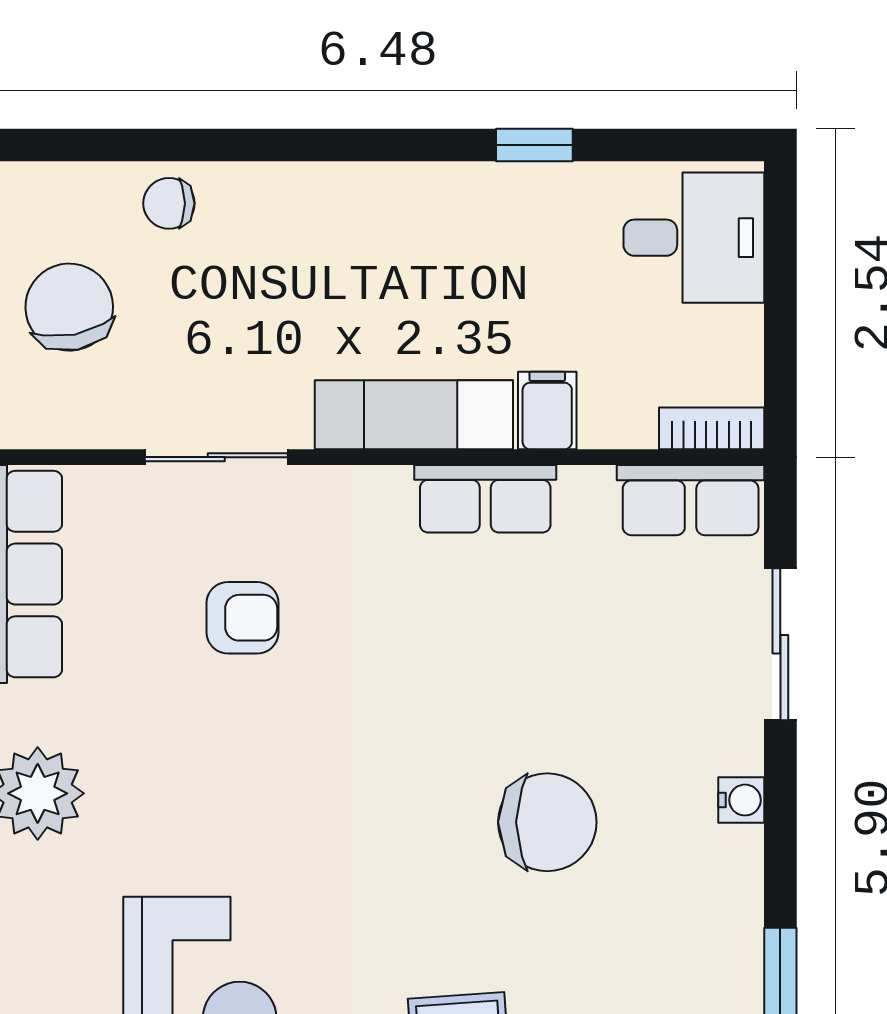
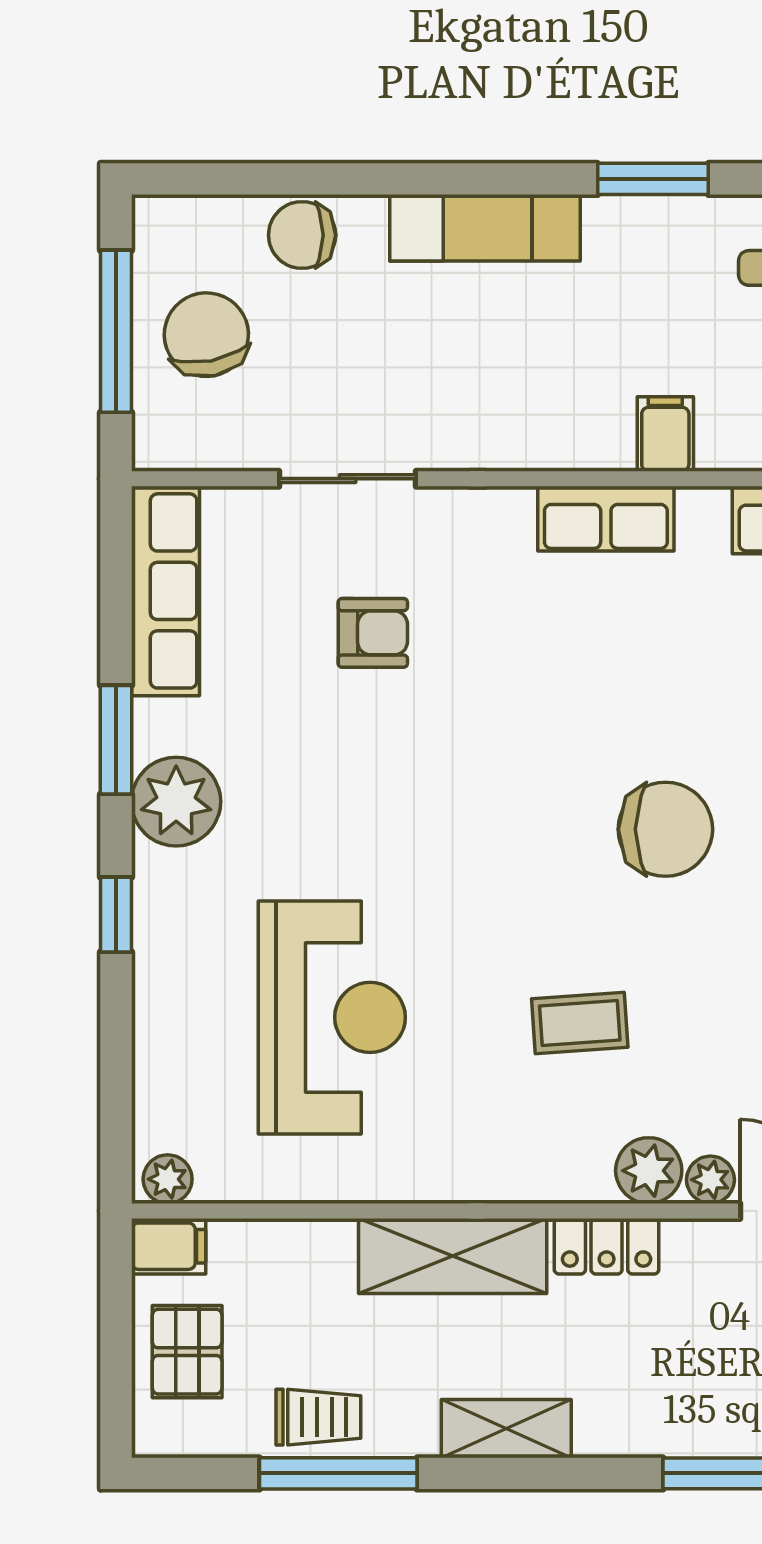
window: (534, 145) -> (653, 179), width x1.50
chair: (169, 203) -> (302, 235), width x1.37, depth x1.37
exam couch: (414, 415) -> (485, 228), moved, turned 180

